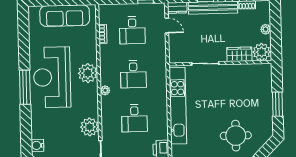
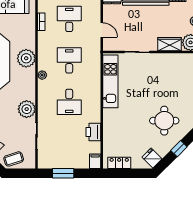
door: (167, 26) -> (102, 30), moved
desk: (132, 30) -> (69, 19), turned 180
desk: (133, 74) -> (69, 60), turned 180
kitchen unit: (178, 106) -> (110, 81), width x0.73

